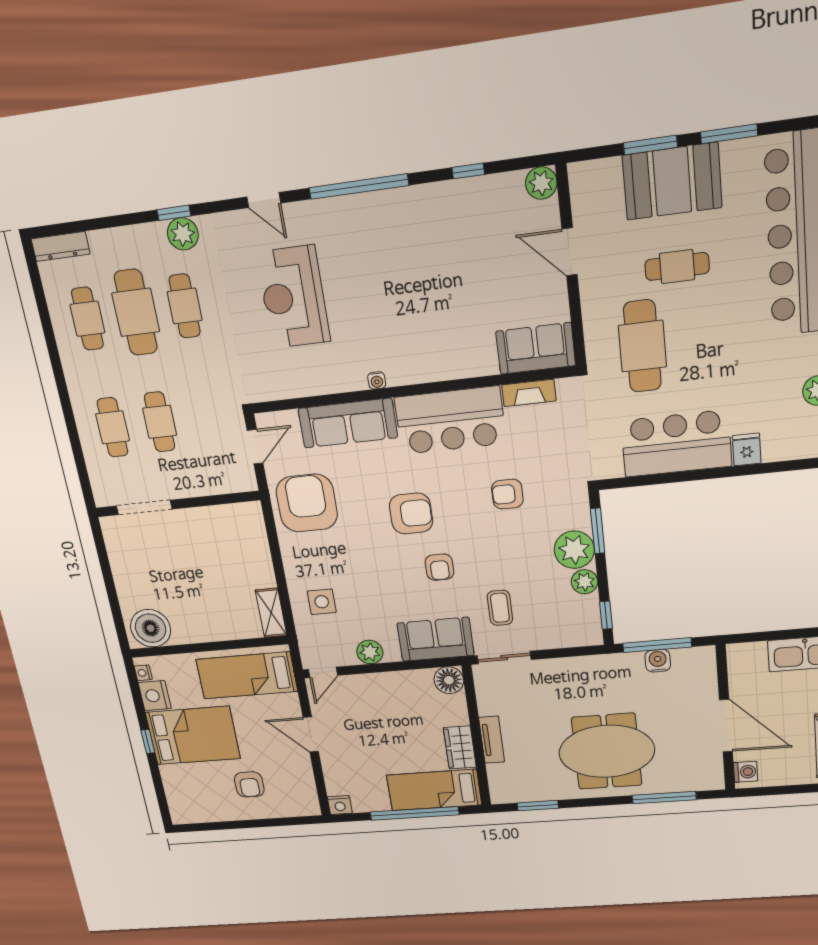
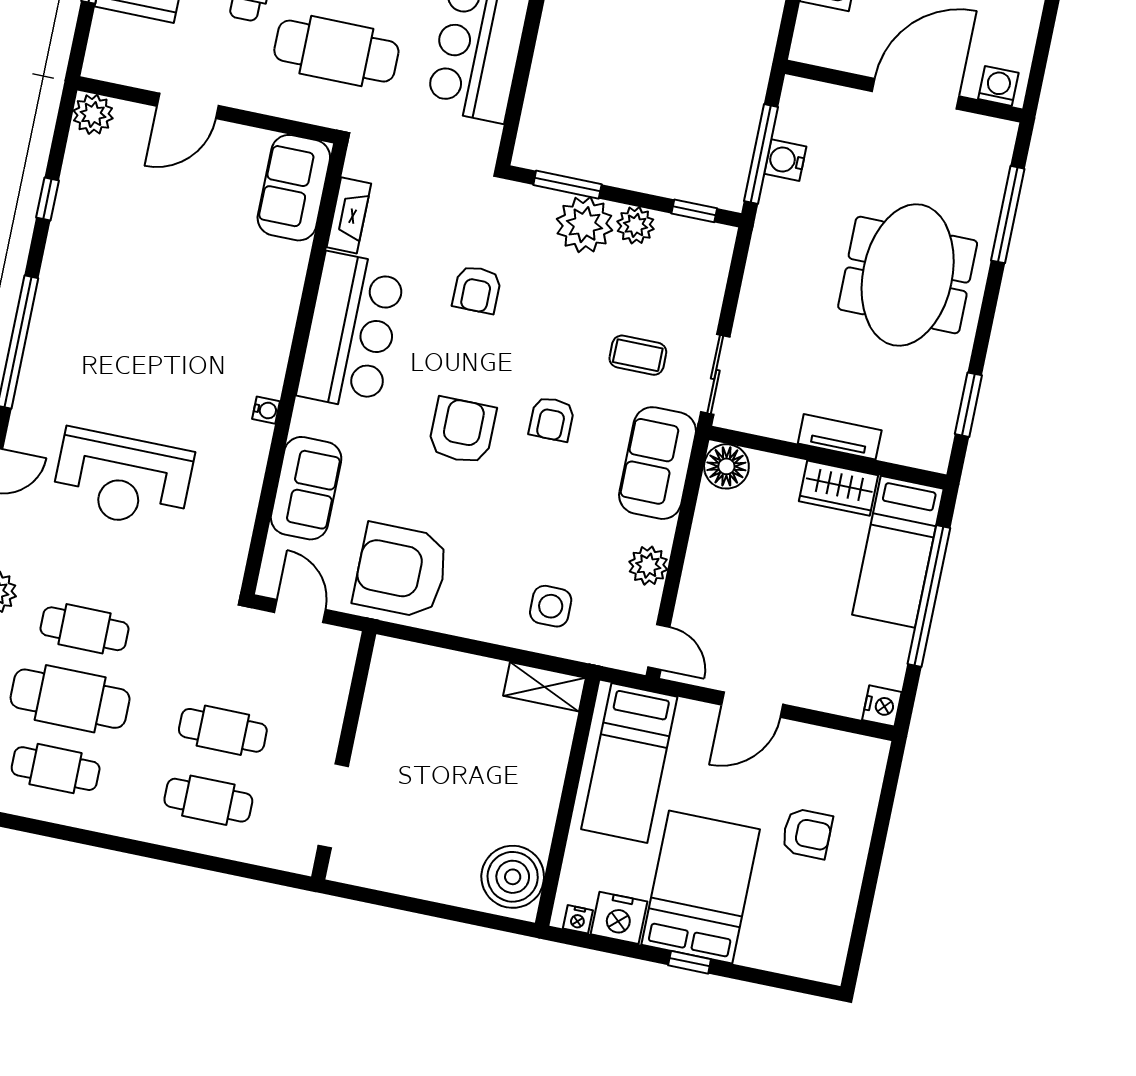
sofa: (348, 423) -> (306, 488), width x0.73
armchair: (439, 567) -> (552, 419), turned 90

